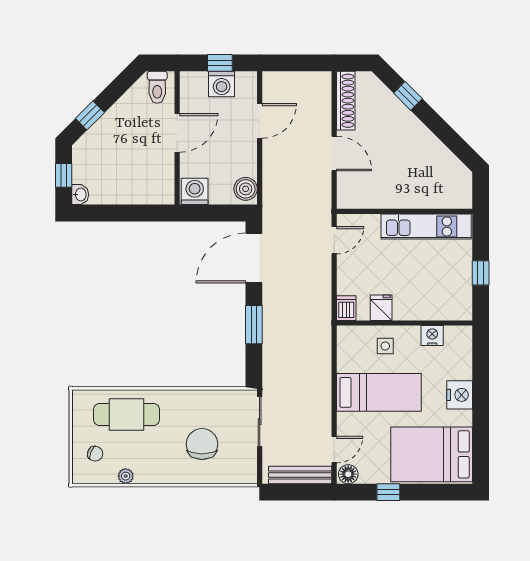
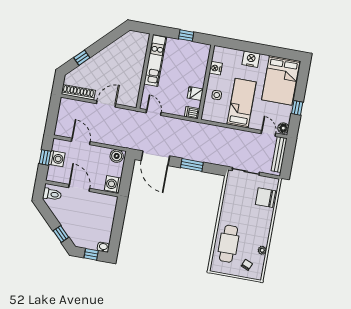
chair: (202, 444) -> (265, 198), moved

